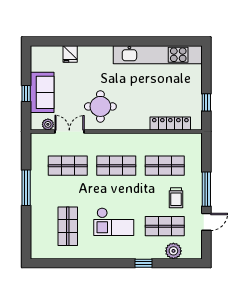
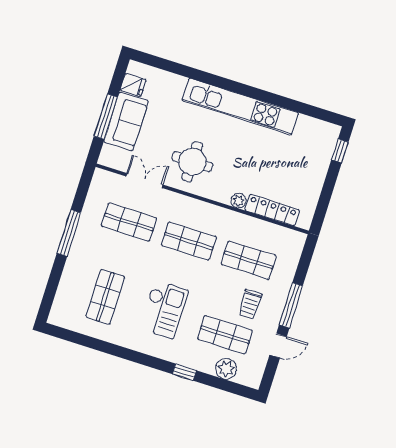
fridge: (70, 54) -> (133, 85), moved, turned -90
kitchen unit: (158, 55) -> (240, 107), moved
window: (26, 94) -> (106, 117), width x2.17
window: (206, 102) -> (340, 151), moved
plant: (48, 124) -> (239, 201), moved
checkout: (114, 222) -> (164, 309), turned -90

